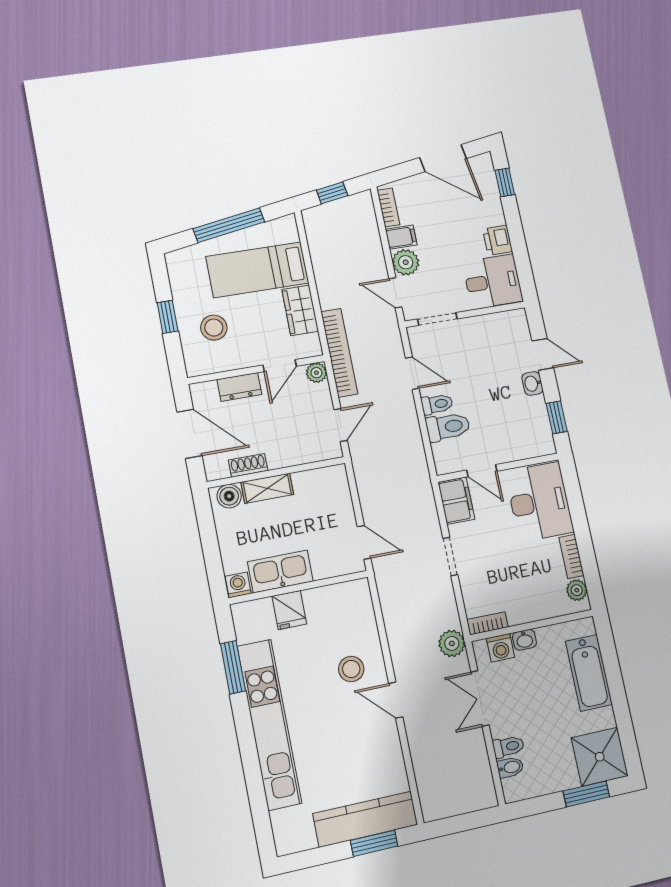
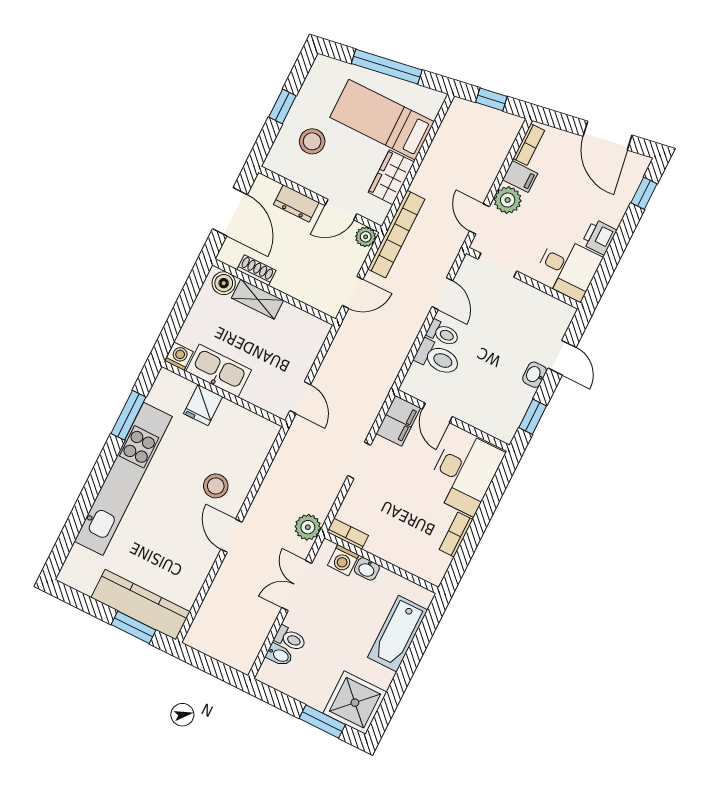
plant: (577, 590) -> (439, 564), removed

